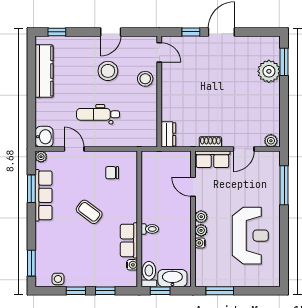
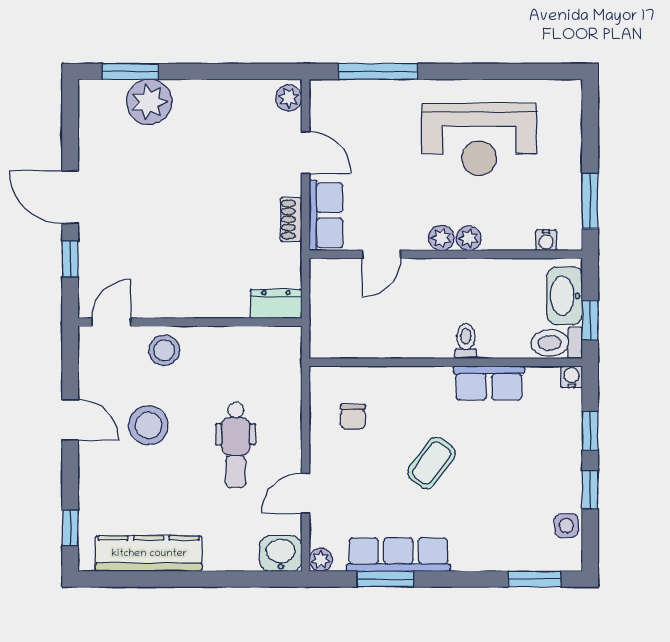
reception desk: (250, 236) -> (479, 139), turned 180
water cooler: (200, 243) -> (546, 240), moved
water cooler: (132, 265) -> (572, 377), moved

